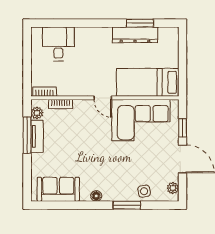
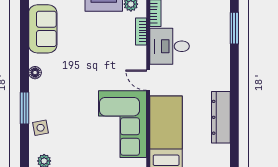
window: (140, 23) -> (234, 28), moved
desk: (58, 44) -> (170, 46), moved, turned 180
door: (103, 98) -> (148, 80), hinge flipped

